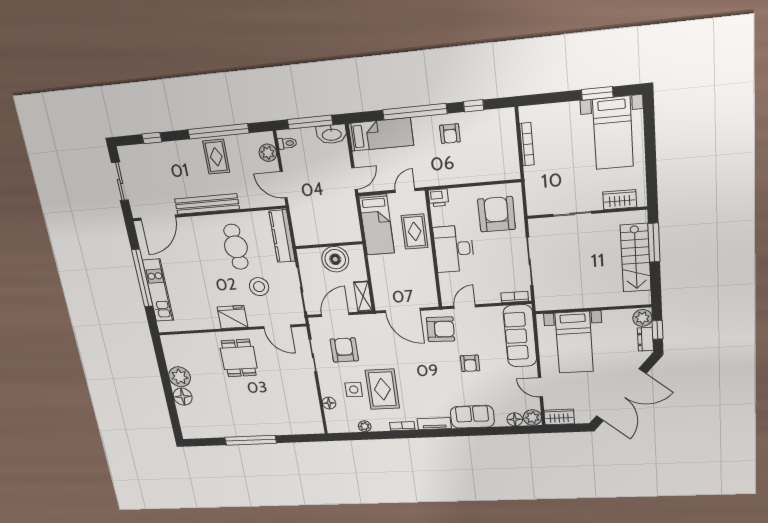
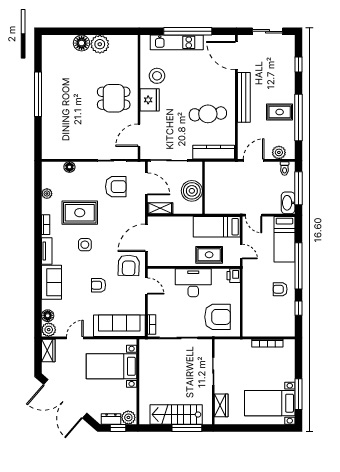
window: (597, 93) -> (298, 394), width x1.44
stool: (259, 287) -> (157, 76), moved
side table: (354, 390) -> (85, 245), moved

